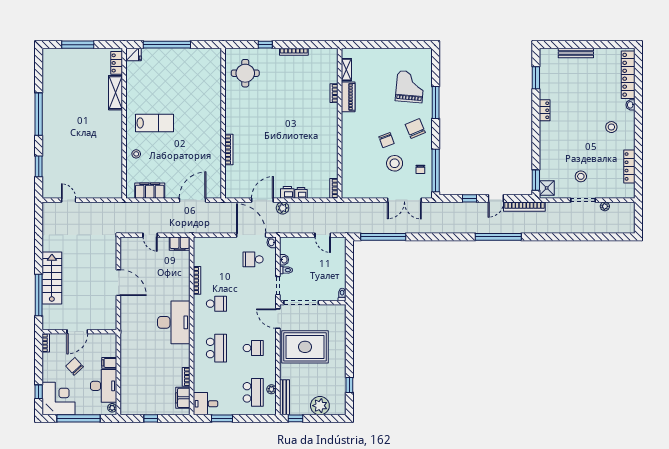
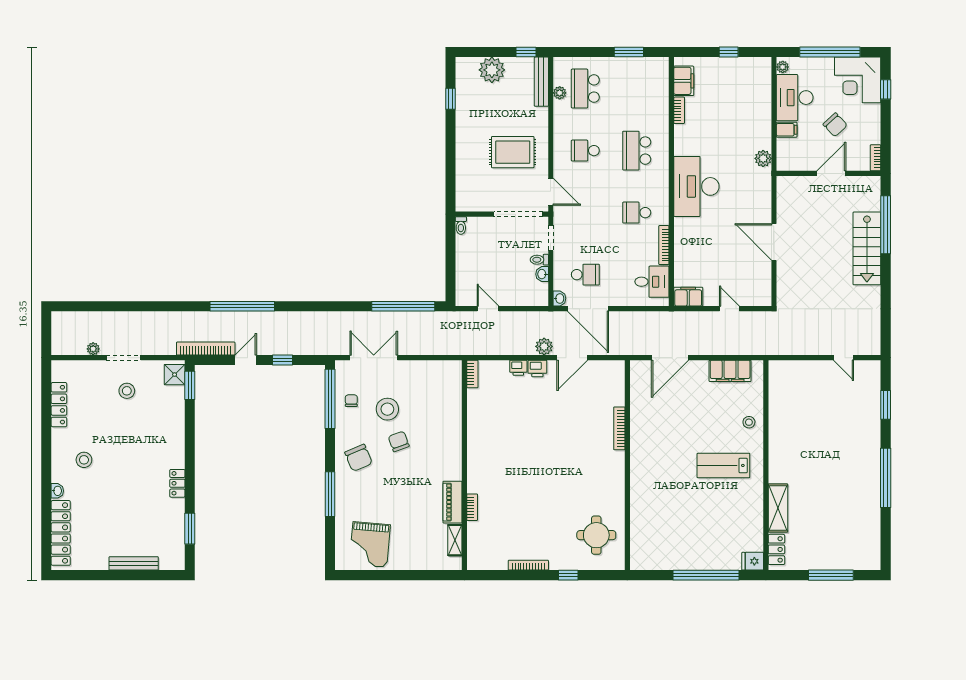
grand piano: (410, 87) -> (370, 545), moved
plant: (126, 342) -> (763, 158), added
rug: (305, 347) -> (513, 152), width x0.73, depth x0.69
desk: (206, 404) -> (652, 282), moved

